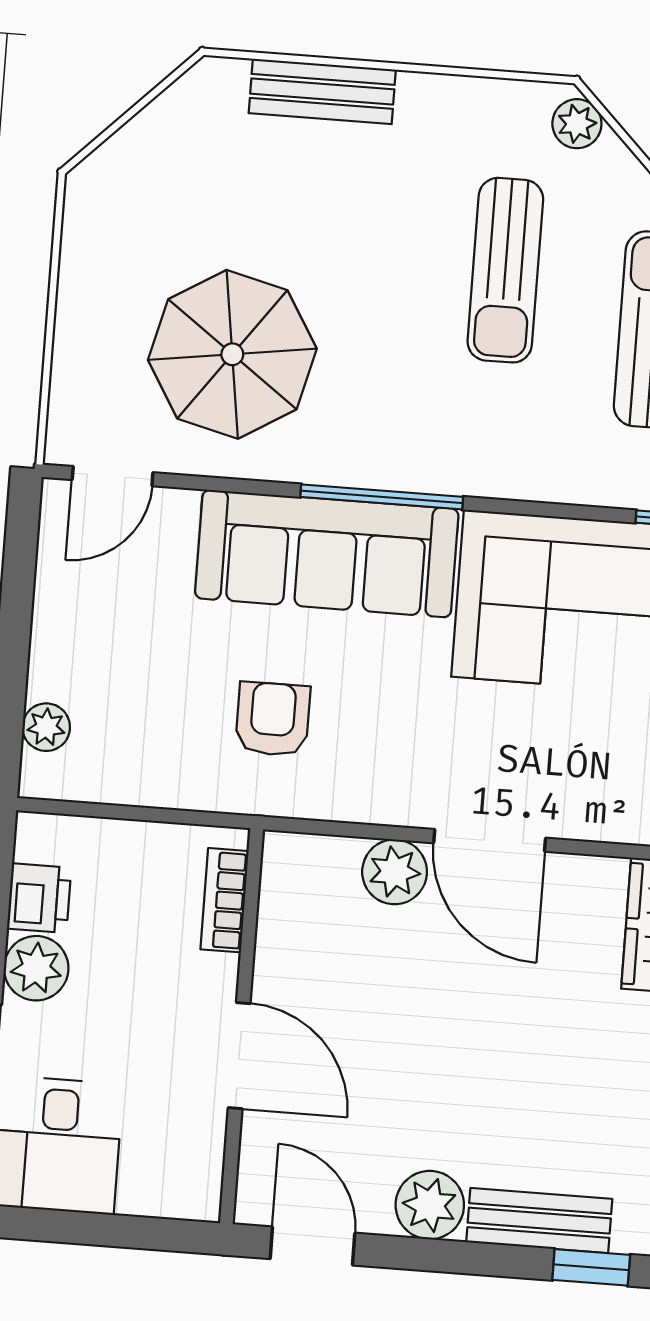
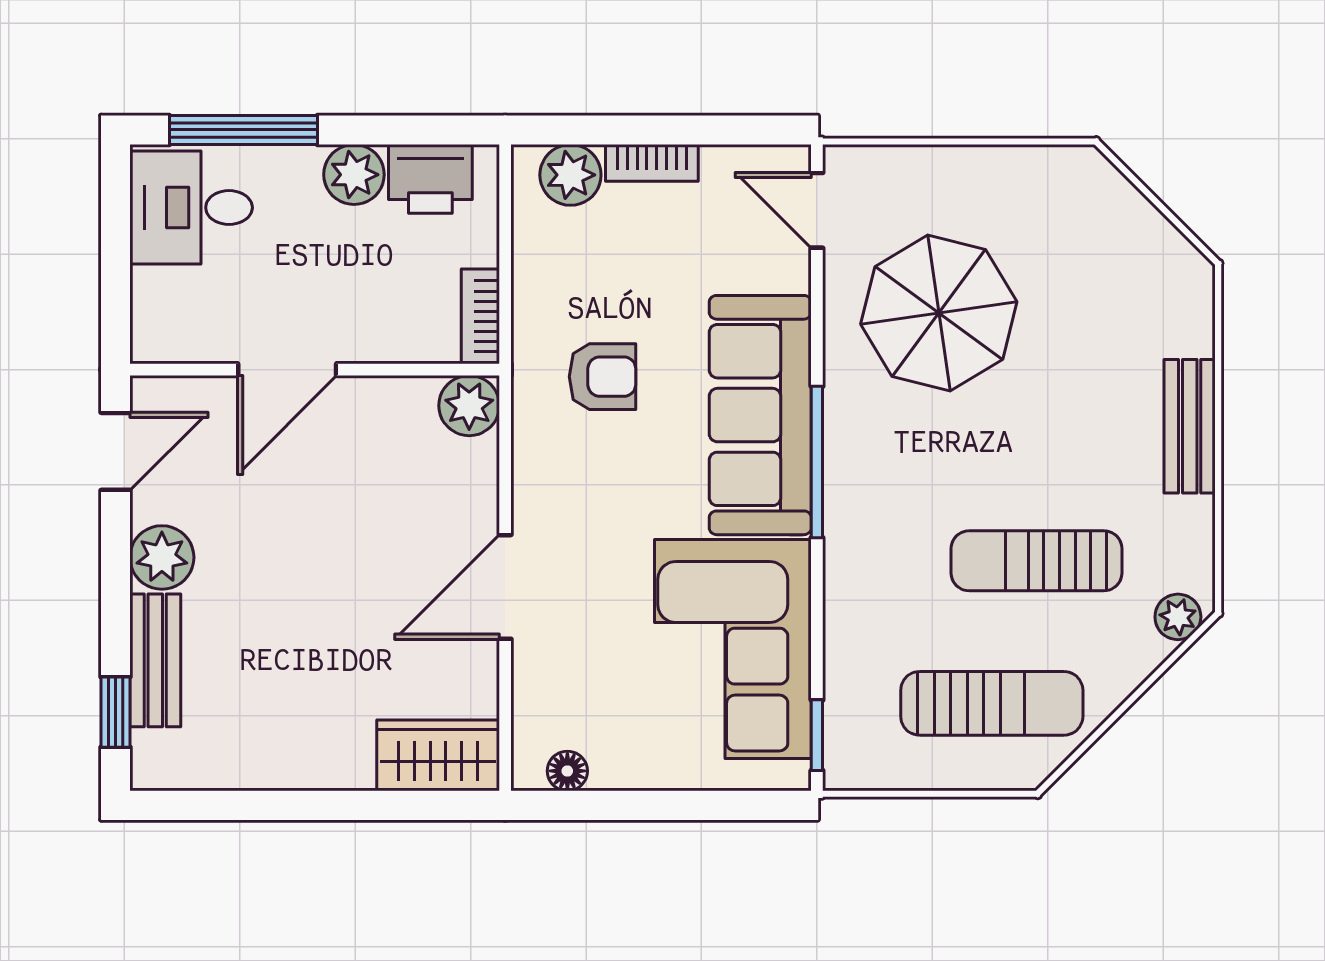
bench: (322, 91) -> (1190, 426), moved
bookcase: (48, 649) -> (652, 163), added
plant: (46, 727) -> (570, 175), width x1.38, depth x1.38
plant: (395, 872) -> (469, 406), moved
printer: (39, 898) -> (430, 179), width x1.36, depth x1.24
bookcase: (225, 900) -> (480, 316), moved, turned -90

